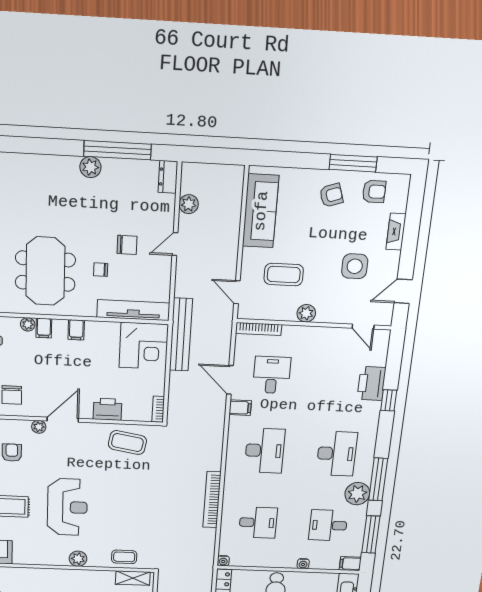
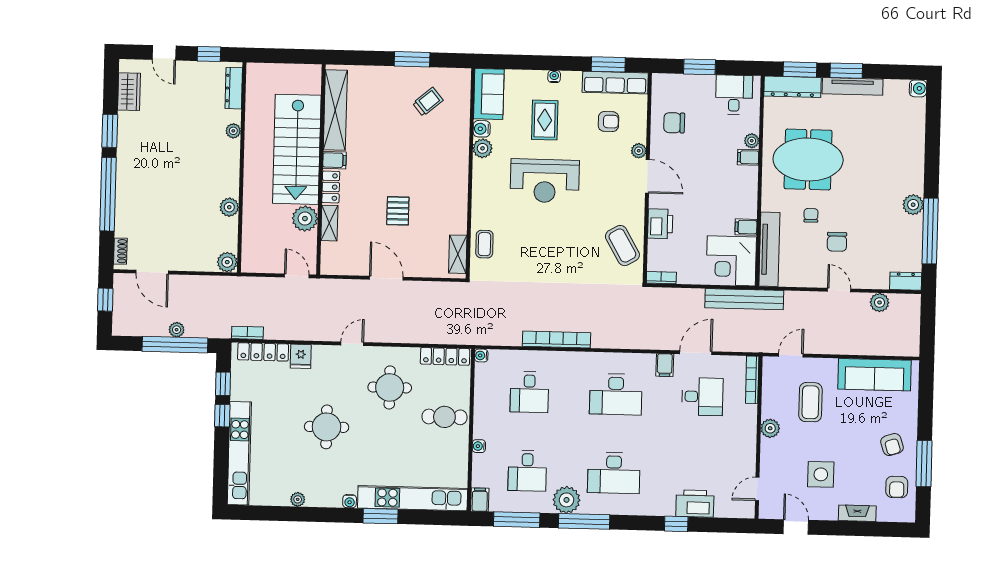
filing cabinet: (76, 330) -> (746, 227), moved
coffee table: (127, 443) -> (622, 246), turned -40
desk: (328, 525) -> (527, 471), turned 180
water cooler: (21, 558) -> (482, 129), added
plant: (78, 559) -> (483, 148), moved

